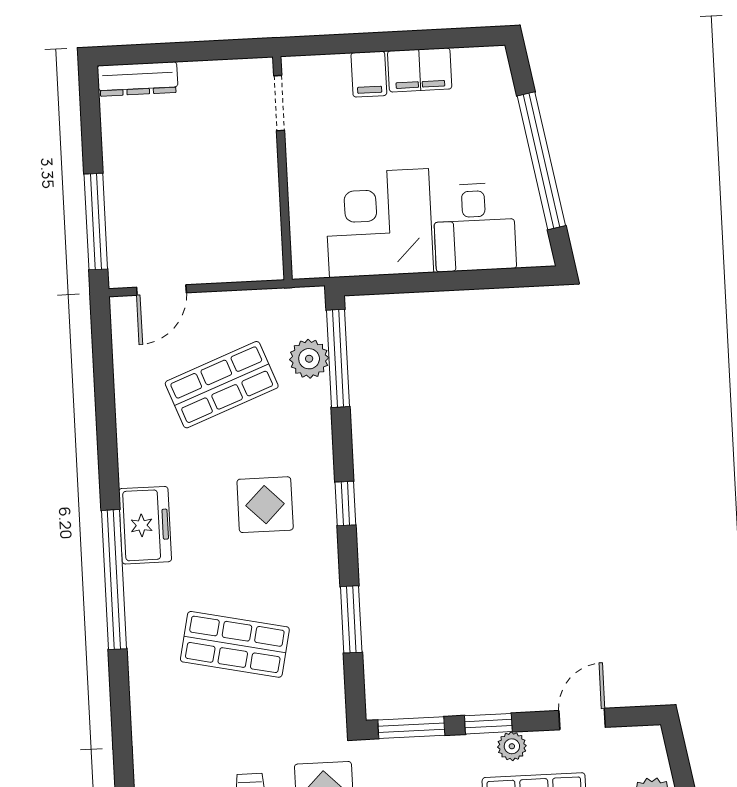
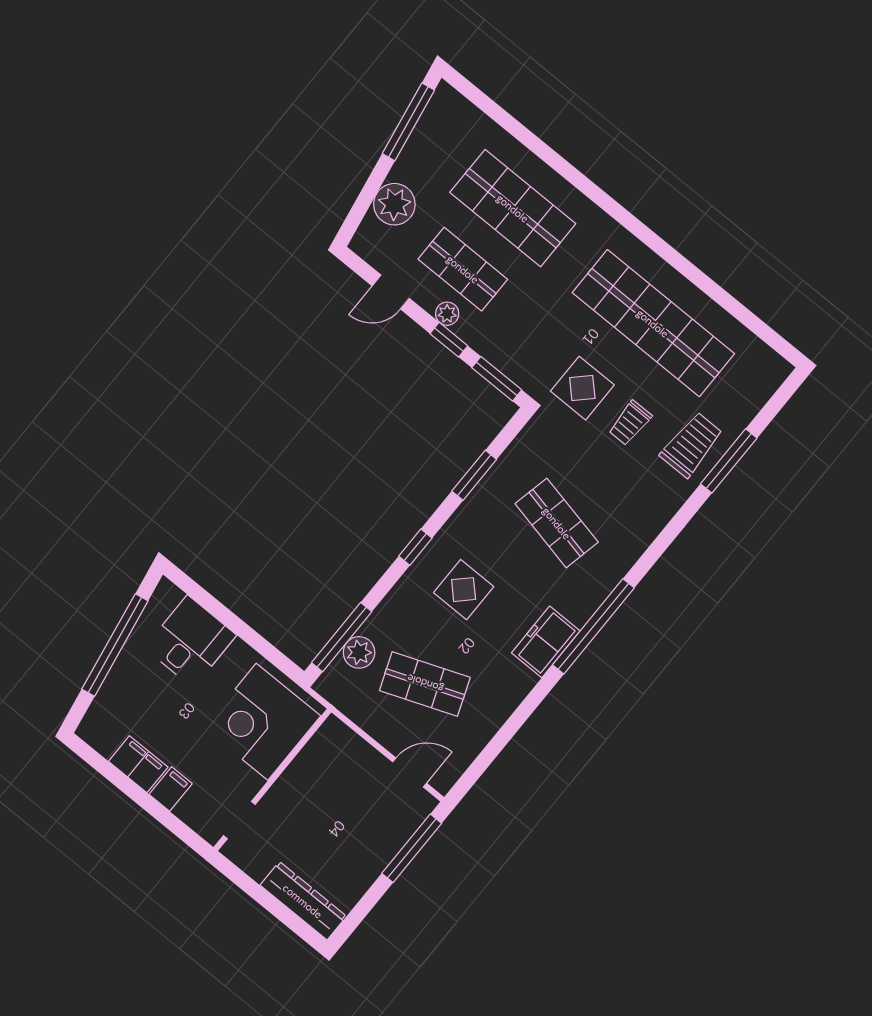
dresser: (138, 79) -> (303, 901), width x1.37, depth x1.24
corner desk: (379, 223) -> (262, 722), moved, turned 90

